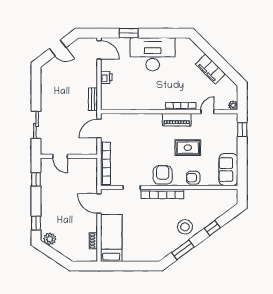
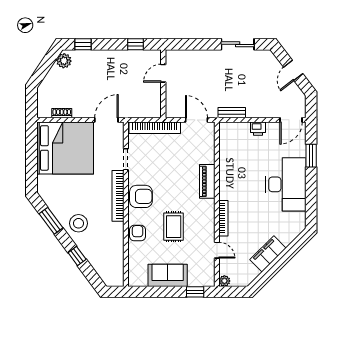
piano: (177, 120) -> (207, 181), moved
sliding door: (36, 125) -> (238, 44), moved
sofa: (228, 170) -> (168, 275), moved
bed: (111, 238) -> (65, 148), width x2.04

